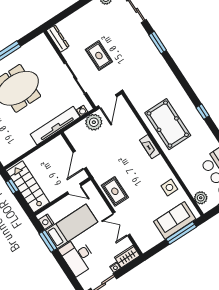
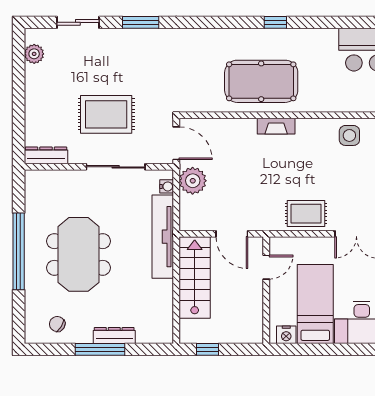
rug: (99, 56) -> (106, 114), width x1.36, depth x1.43
stairs: (28, 187) -> (195, 277), moved, turned 90
window: (48, 241) -> (315, 349), removed

